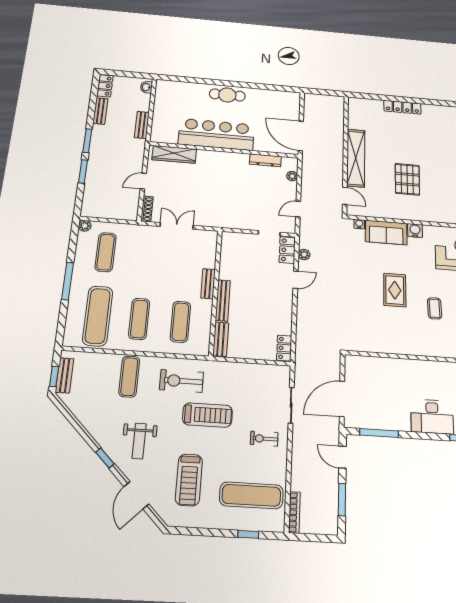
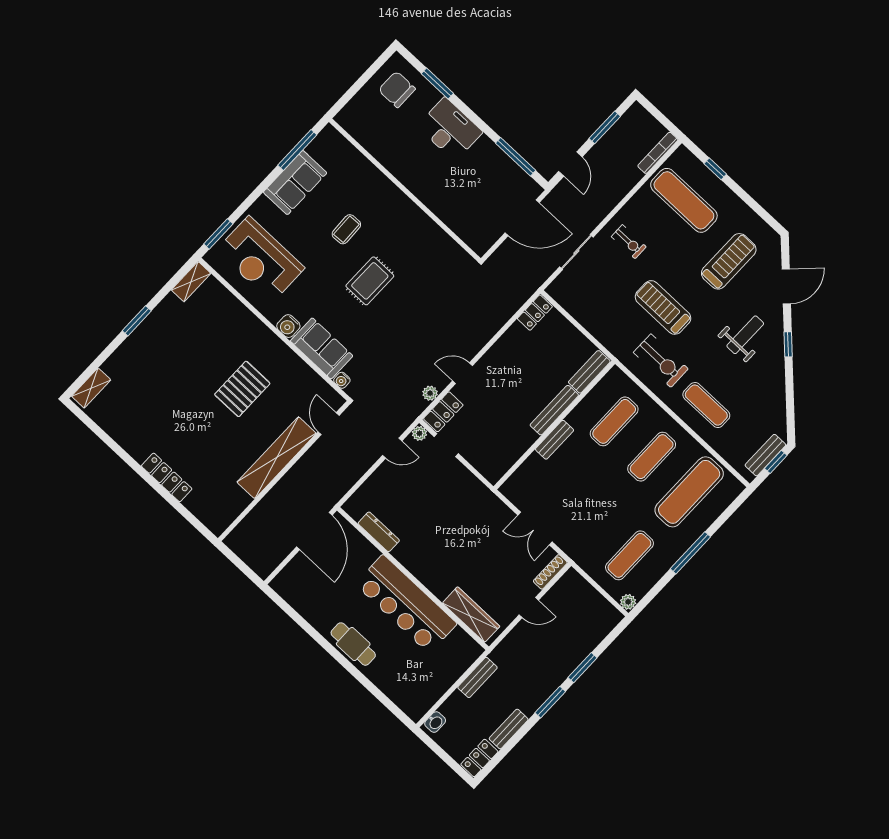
plant: (292, 176) -> (419, 433), moved
exercise mat: (129, 377) -> (706, 405), turned 90

